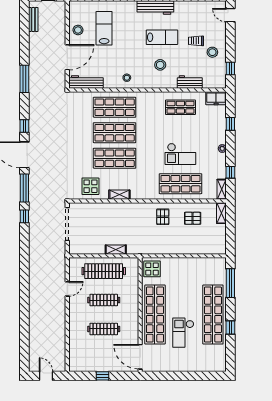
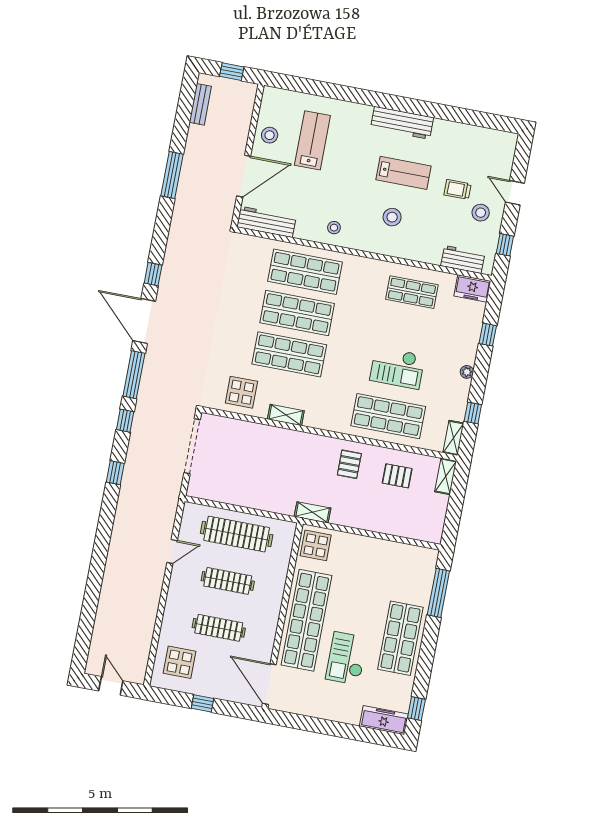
door: (230, 15) -> (515, 193), moved
window: (24, 79) -> (172, 175), moved
workbench: (190, 82) -> (463, 259), moved
window: (24, 248) -> (115, 473), added
shelving: (116, 250) -> (313, 512), moved
shop shelf: (213, 315) -> (400, 638), width x0.71
window: (230, 327) -> (416, 709), moved
display table: (84, 354) -> (179, 662), added
freezer: (212, 365) -> (384, 720), added

